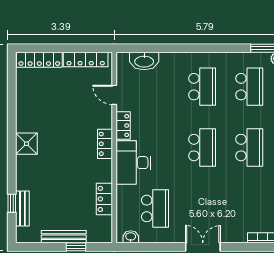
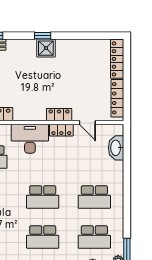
door: (114, 95) -> (87, 123), swing flipped
locker: (105, 144) -> (59, 115), moved
window: (12, 147) -> (43, 36), added

